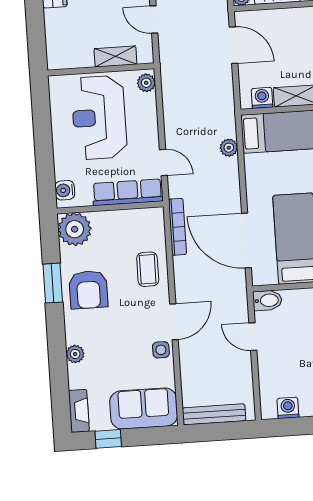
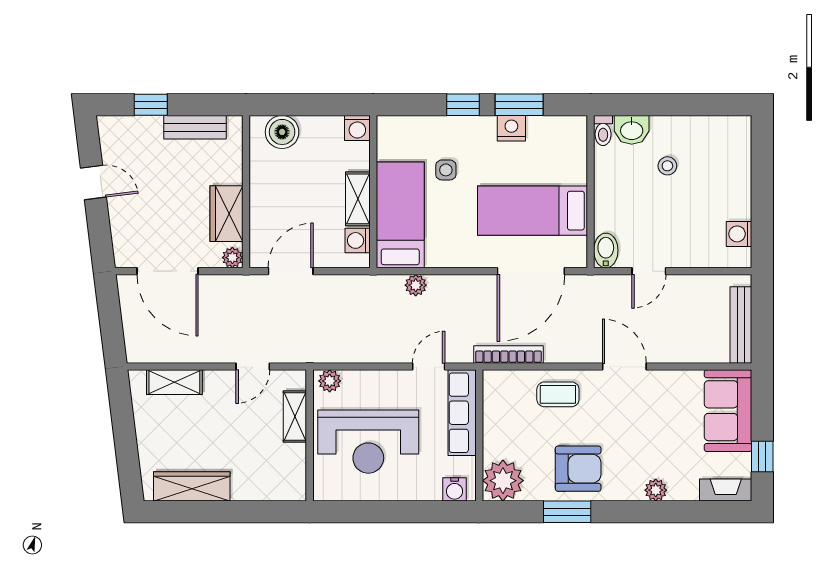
side table: (161, 350) -> (658, 385), removed

